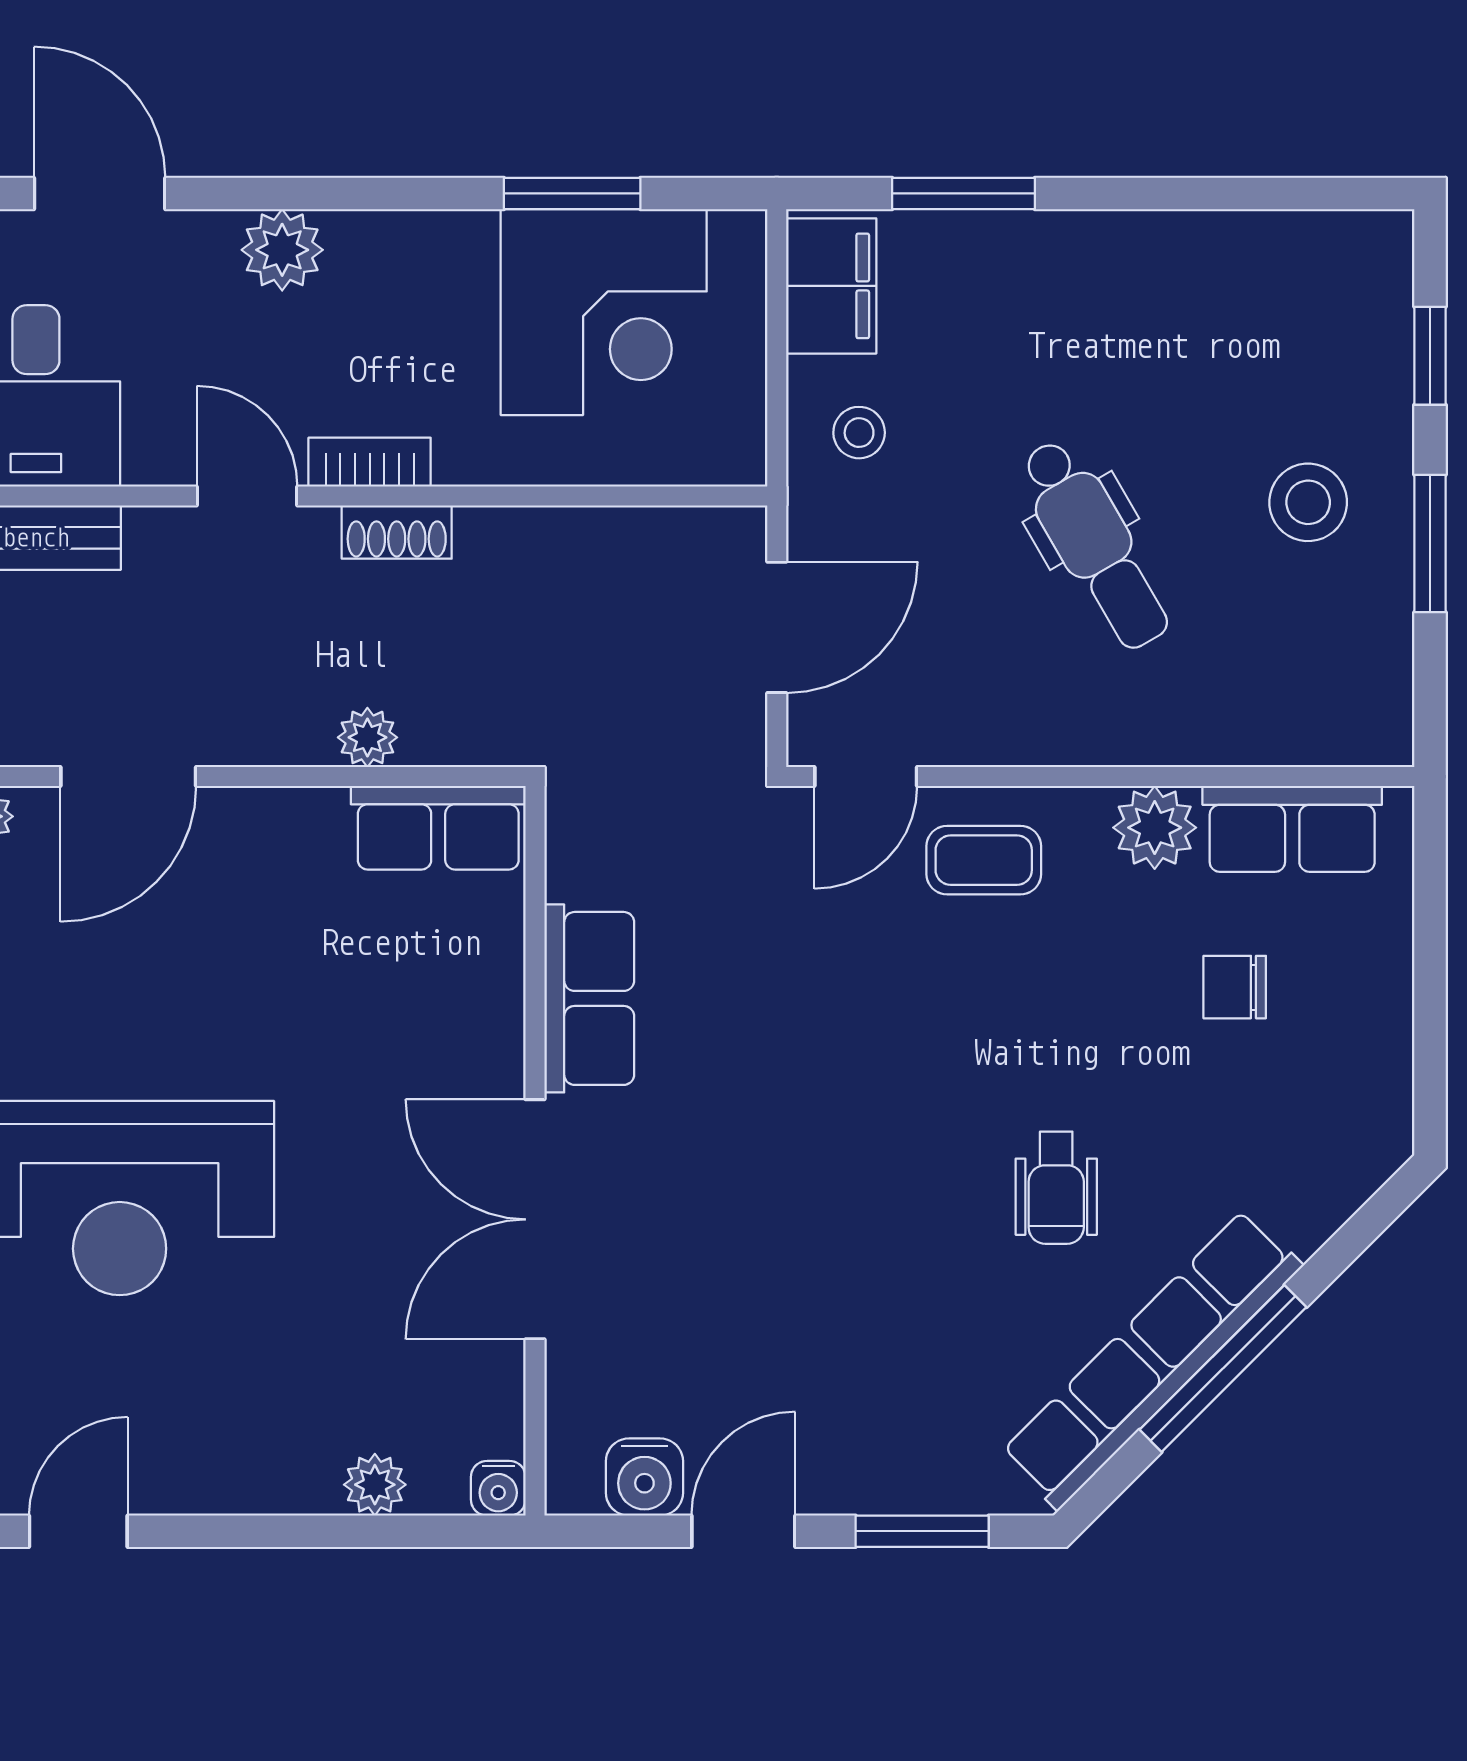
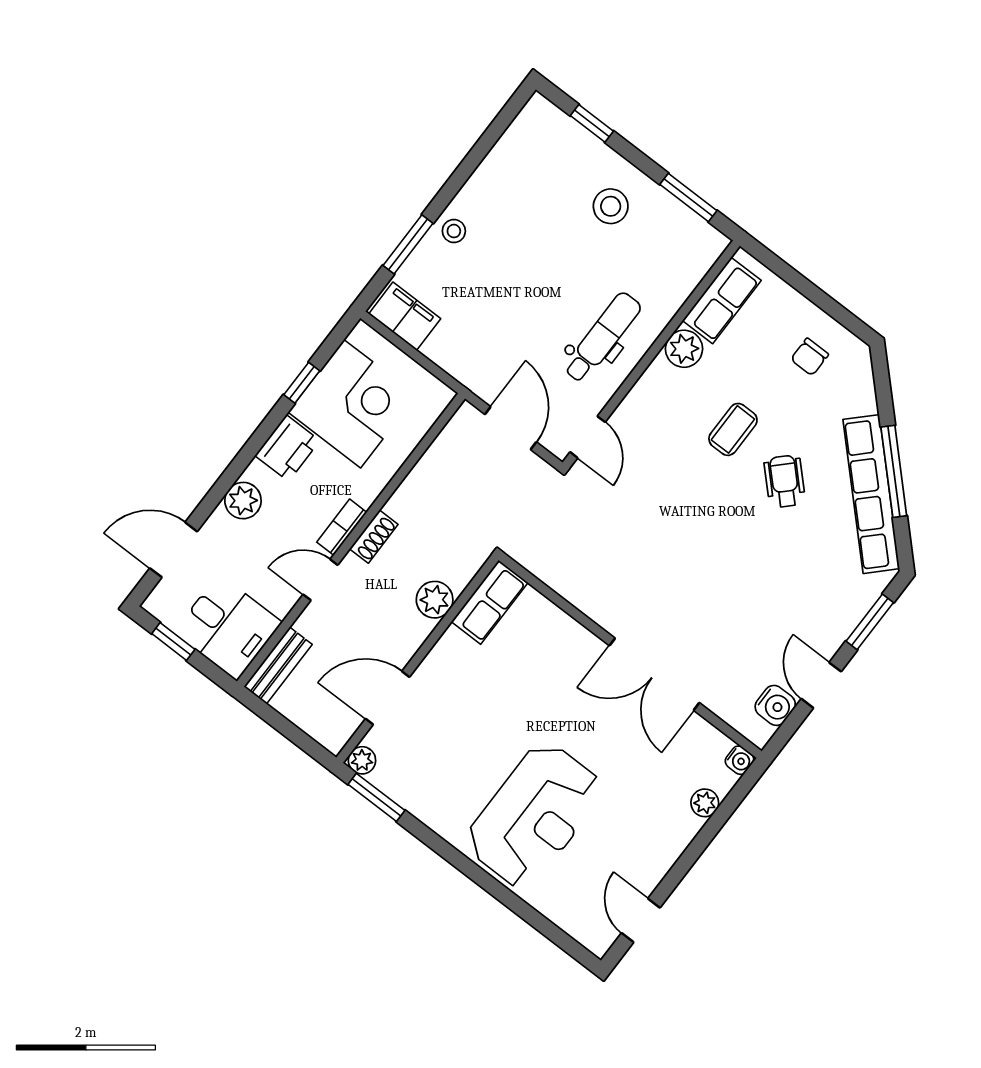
window: (572, 193) -> (302, 383), width x0.67
printer: (436, 257) -> (287, 448), added
stool: (859, 433) -> (454, 231), moved
window: (1430, 543) -> (688, 197), moved
dental chair: (1095, 544) -> (602, 338), moved, turned -60
plant: (367, 737) -> (435, 600), width x1.38, depth x1.38
door: (128, 777) -> (387, 698), swing flipped
coffee table: (984, 860) -> (733, 429), moved
chair: (1235, 987) -> (810, 357), moved
row of seats: (589, 998) -> (591, 595), removed
wheelchair: (1056, 1188) -> (785, 481), turned -135

